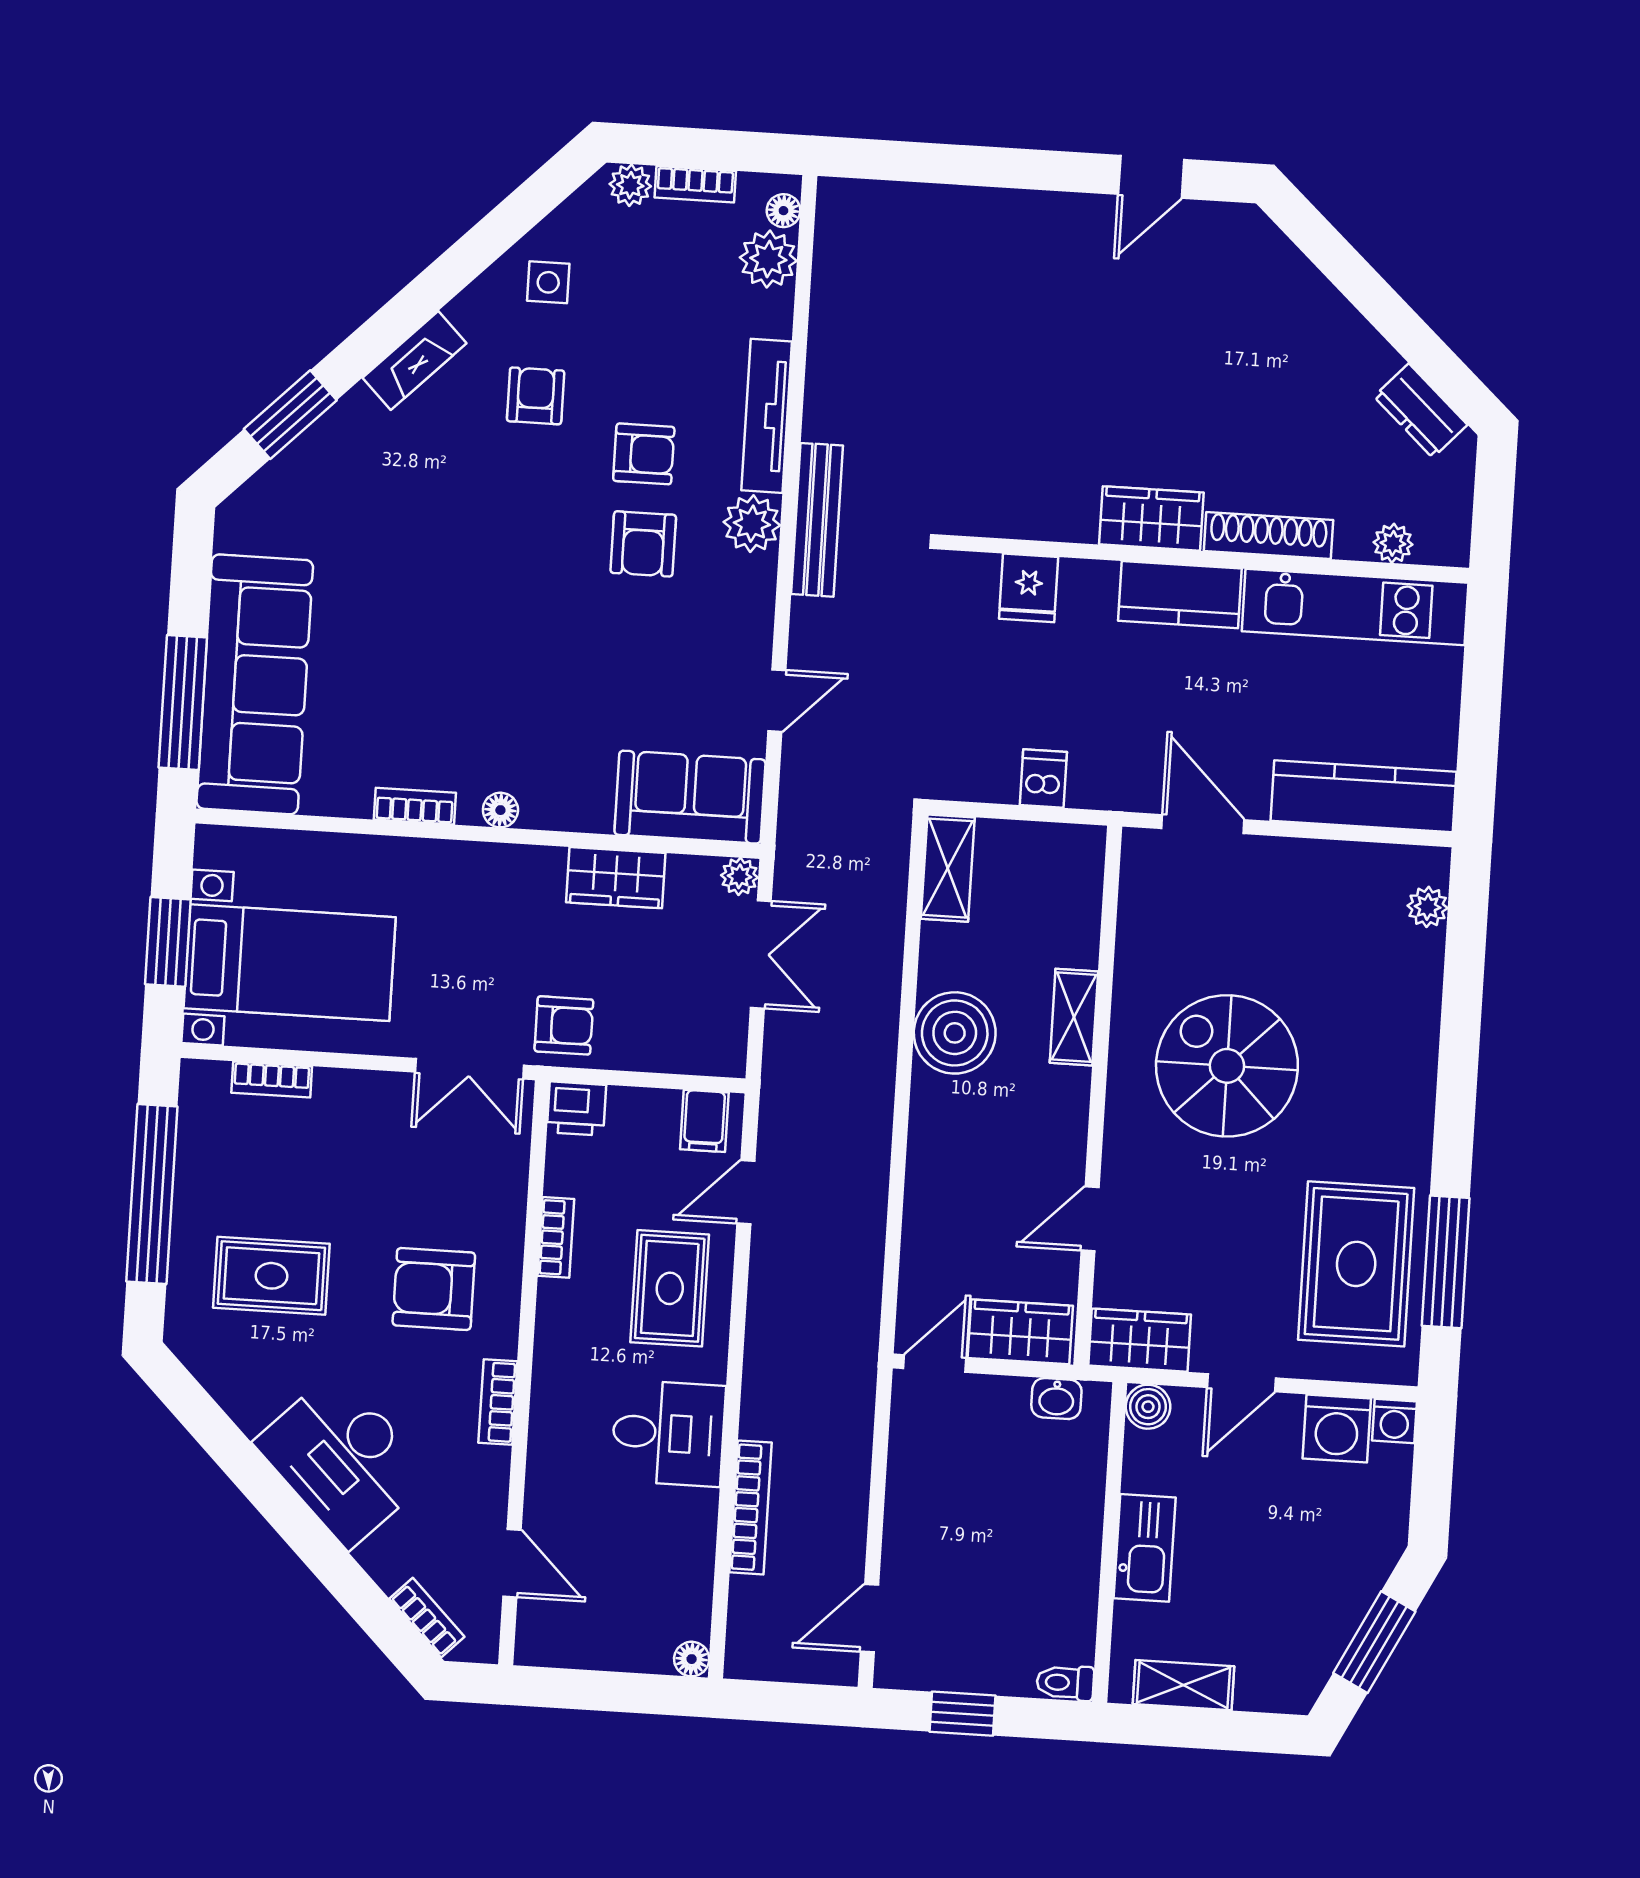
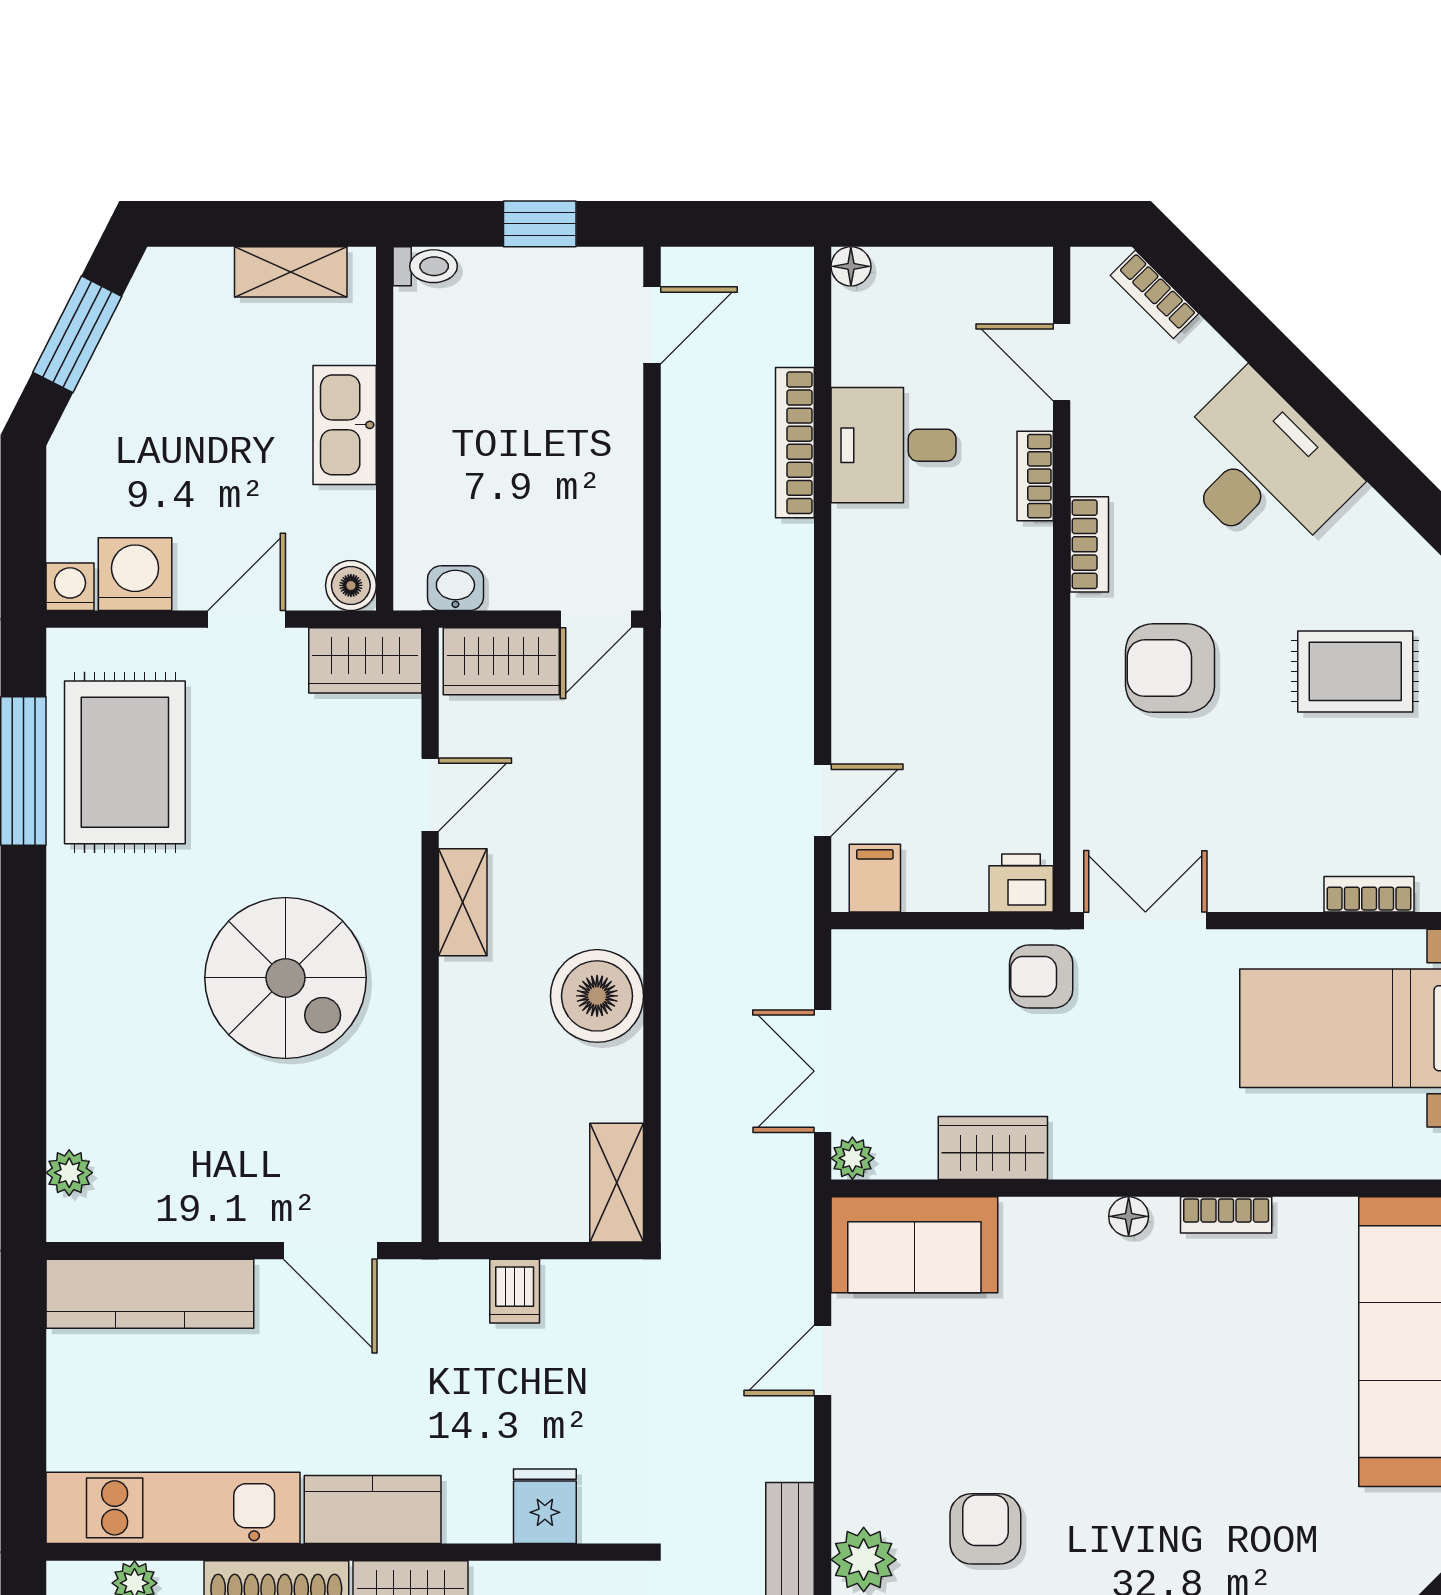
shelving: (1074, 1017) -> (463, 902), moved
bookcase: (556, 1237) -> (1035, 476), moved
rug: (670, 1288) -> (902, 686), removed
armchair: (434, 1289) -> (1170, 668), turned 180
desk: (668, 1433) -> (893, 445), moved

